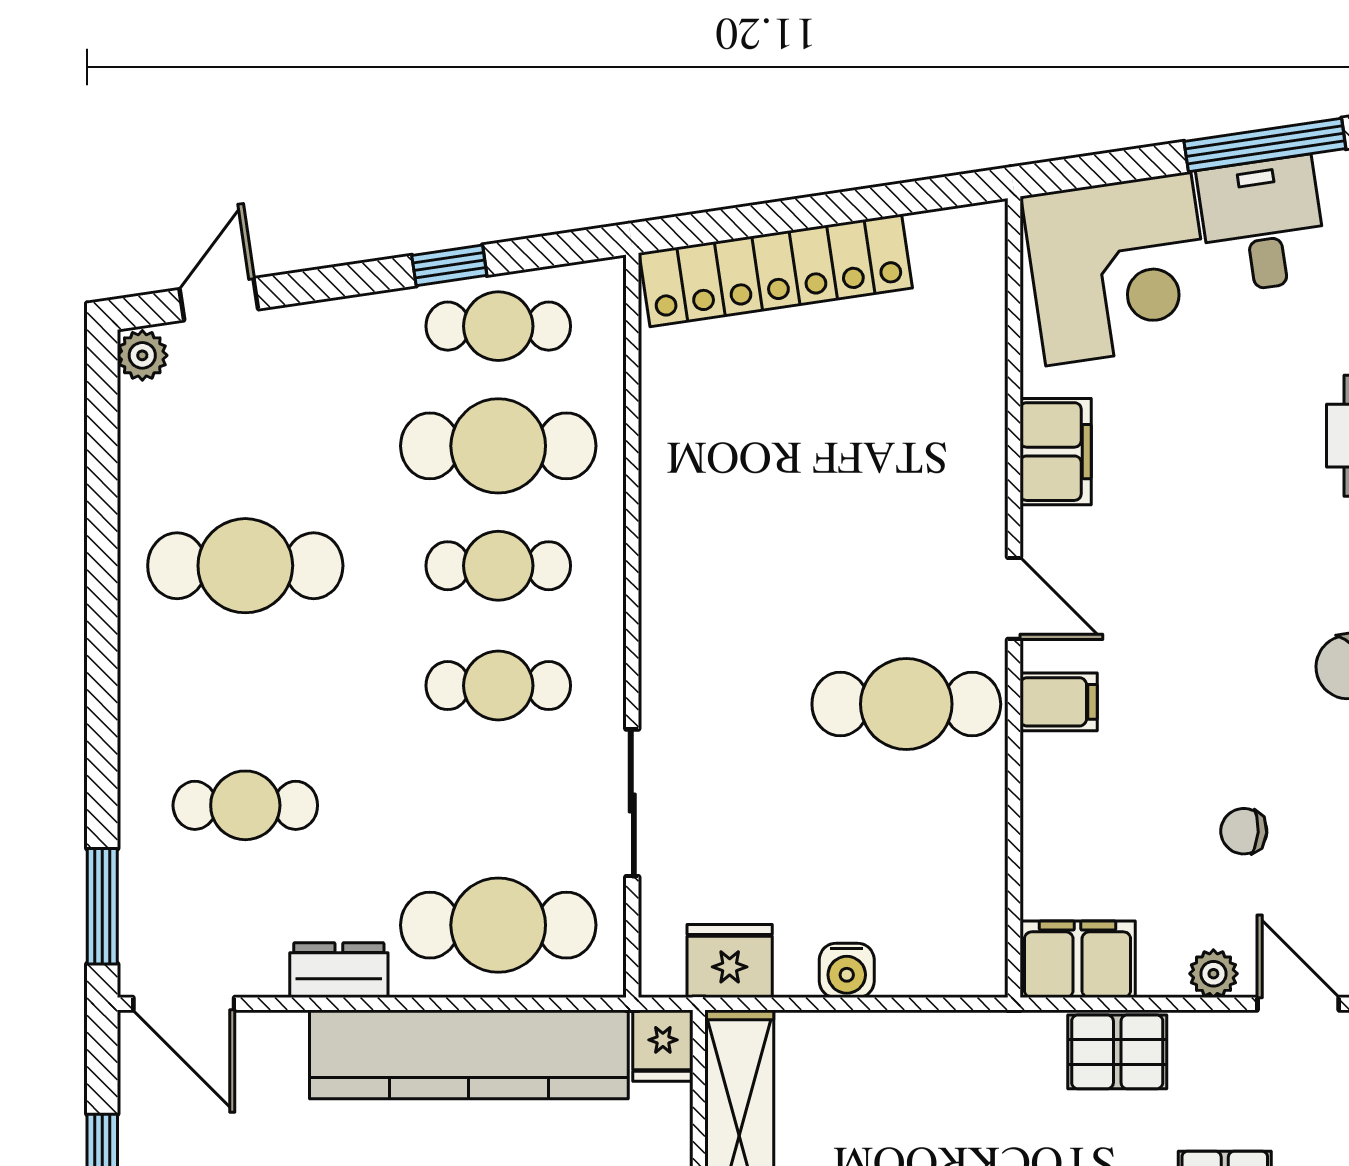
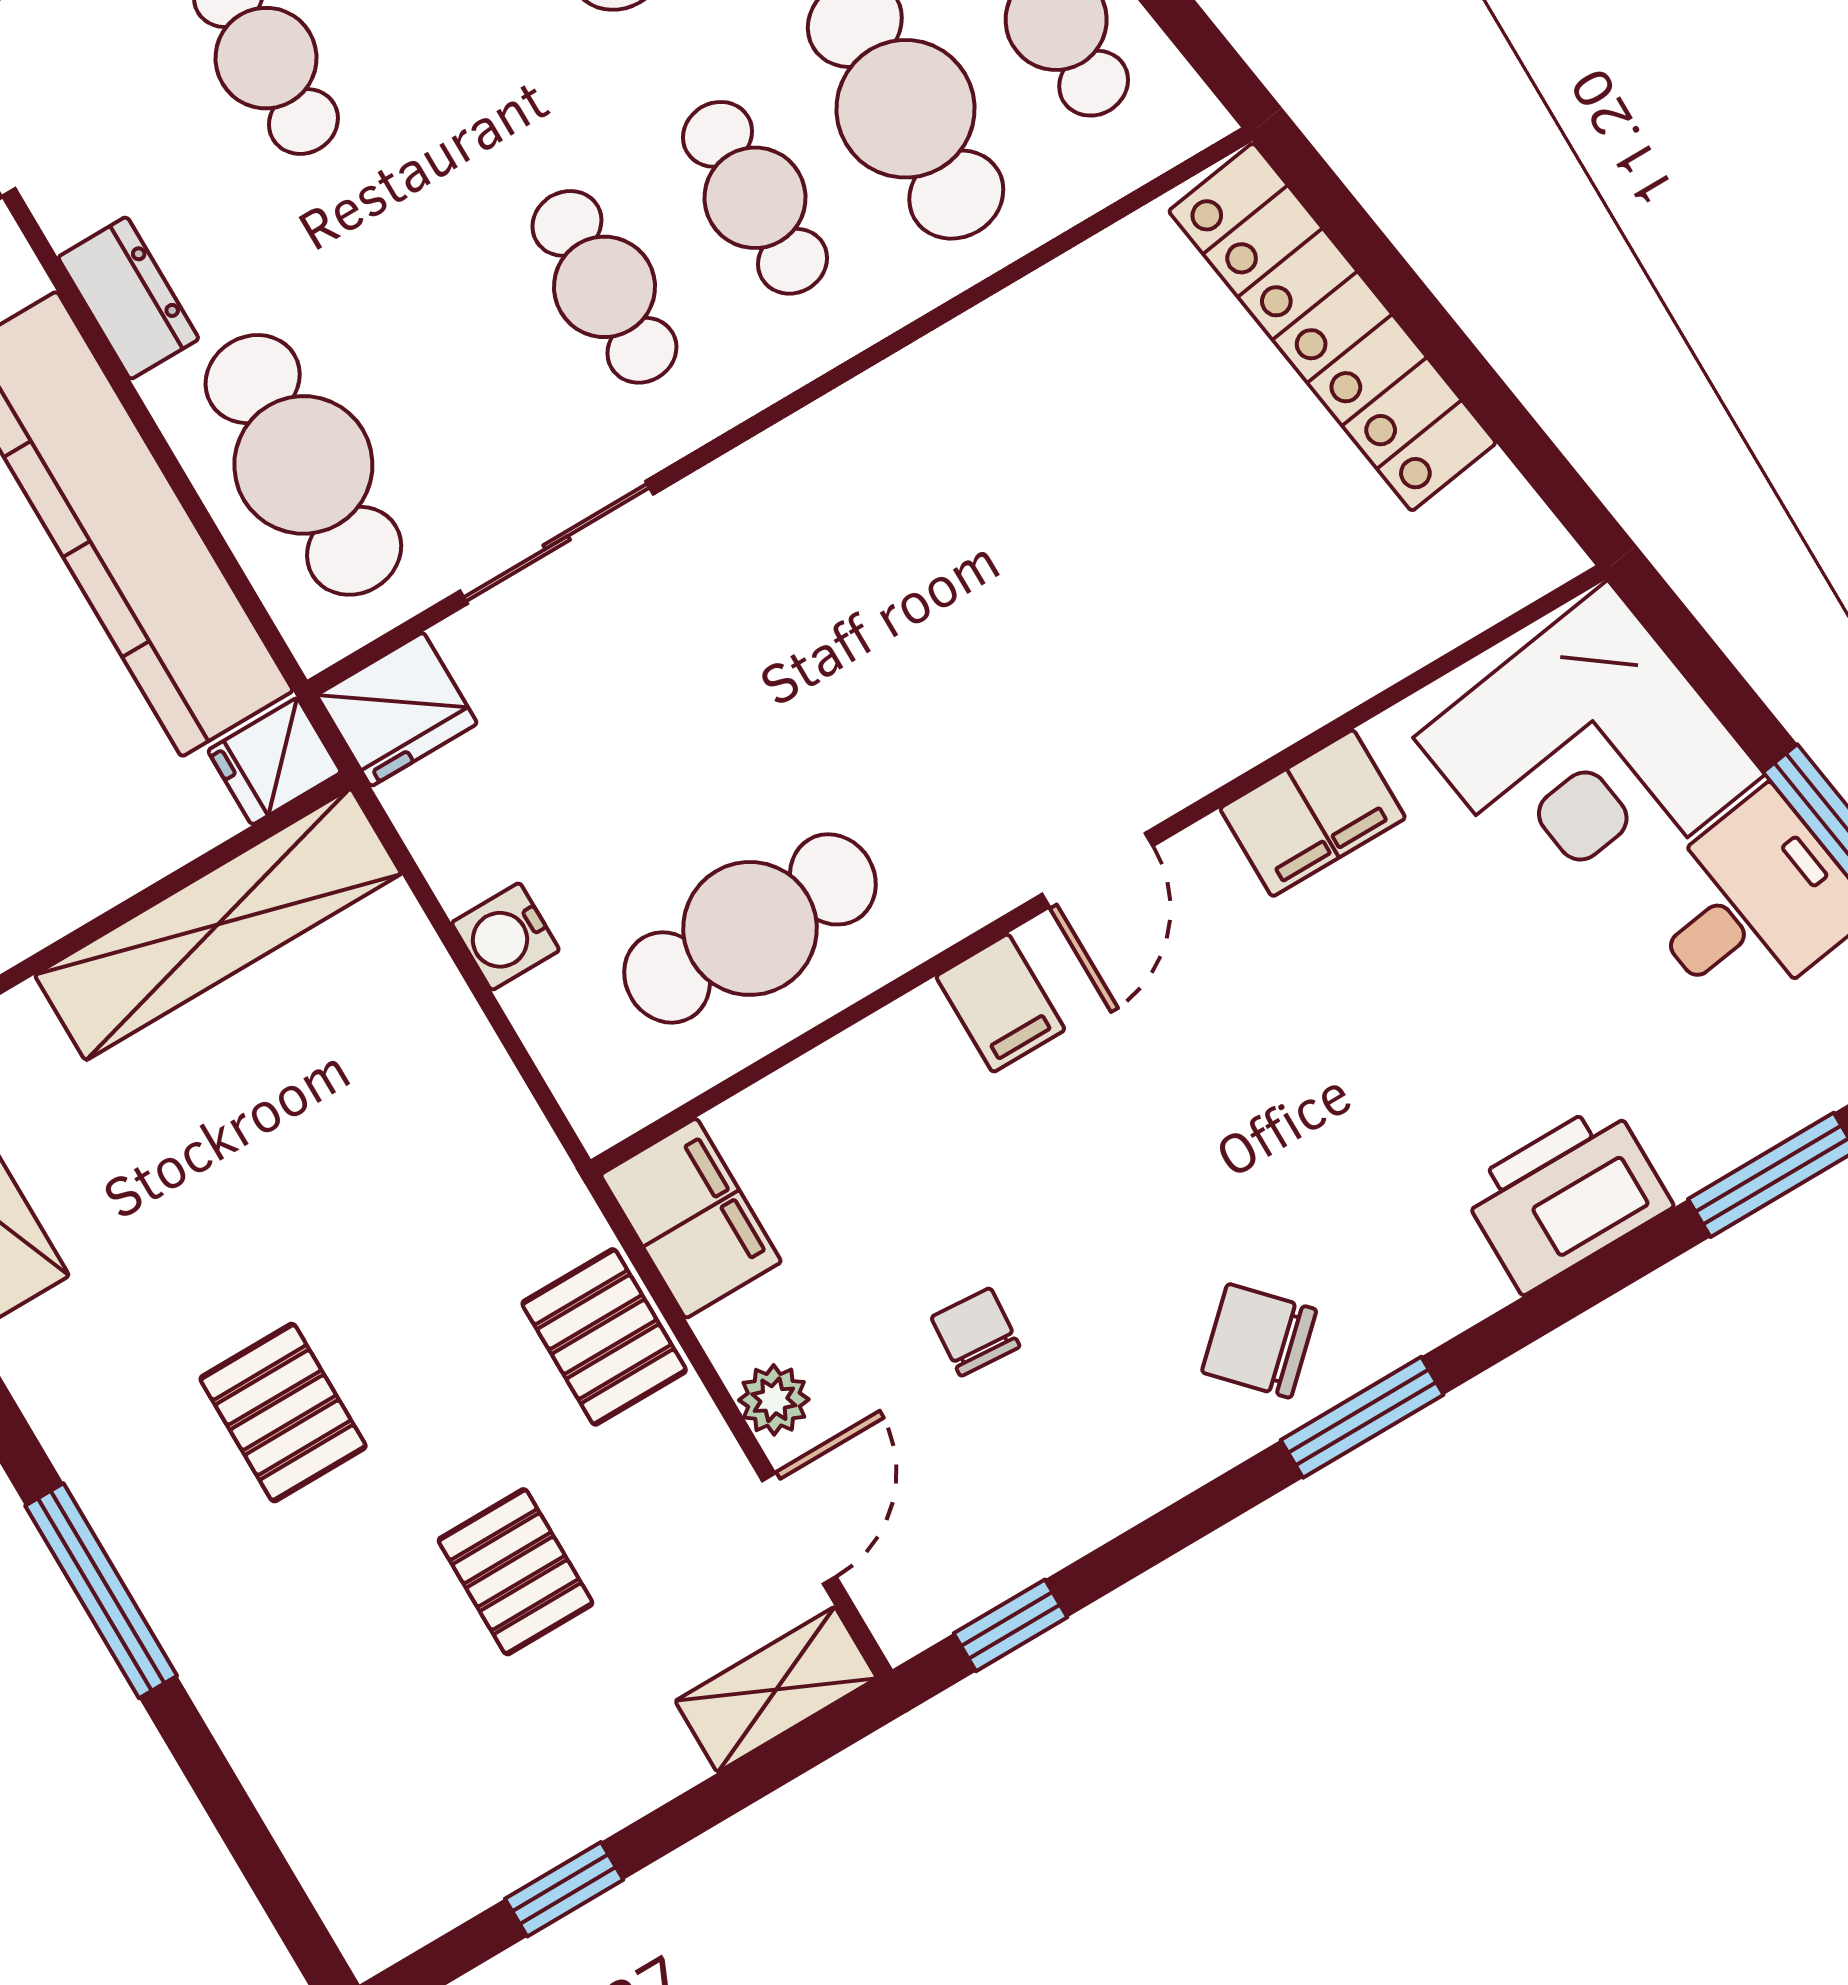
cafe table: (906, 704) -> (750, 928), moved, turned 90
fridge: (730, 961) -> (397, 709), moved, turned 90

